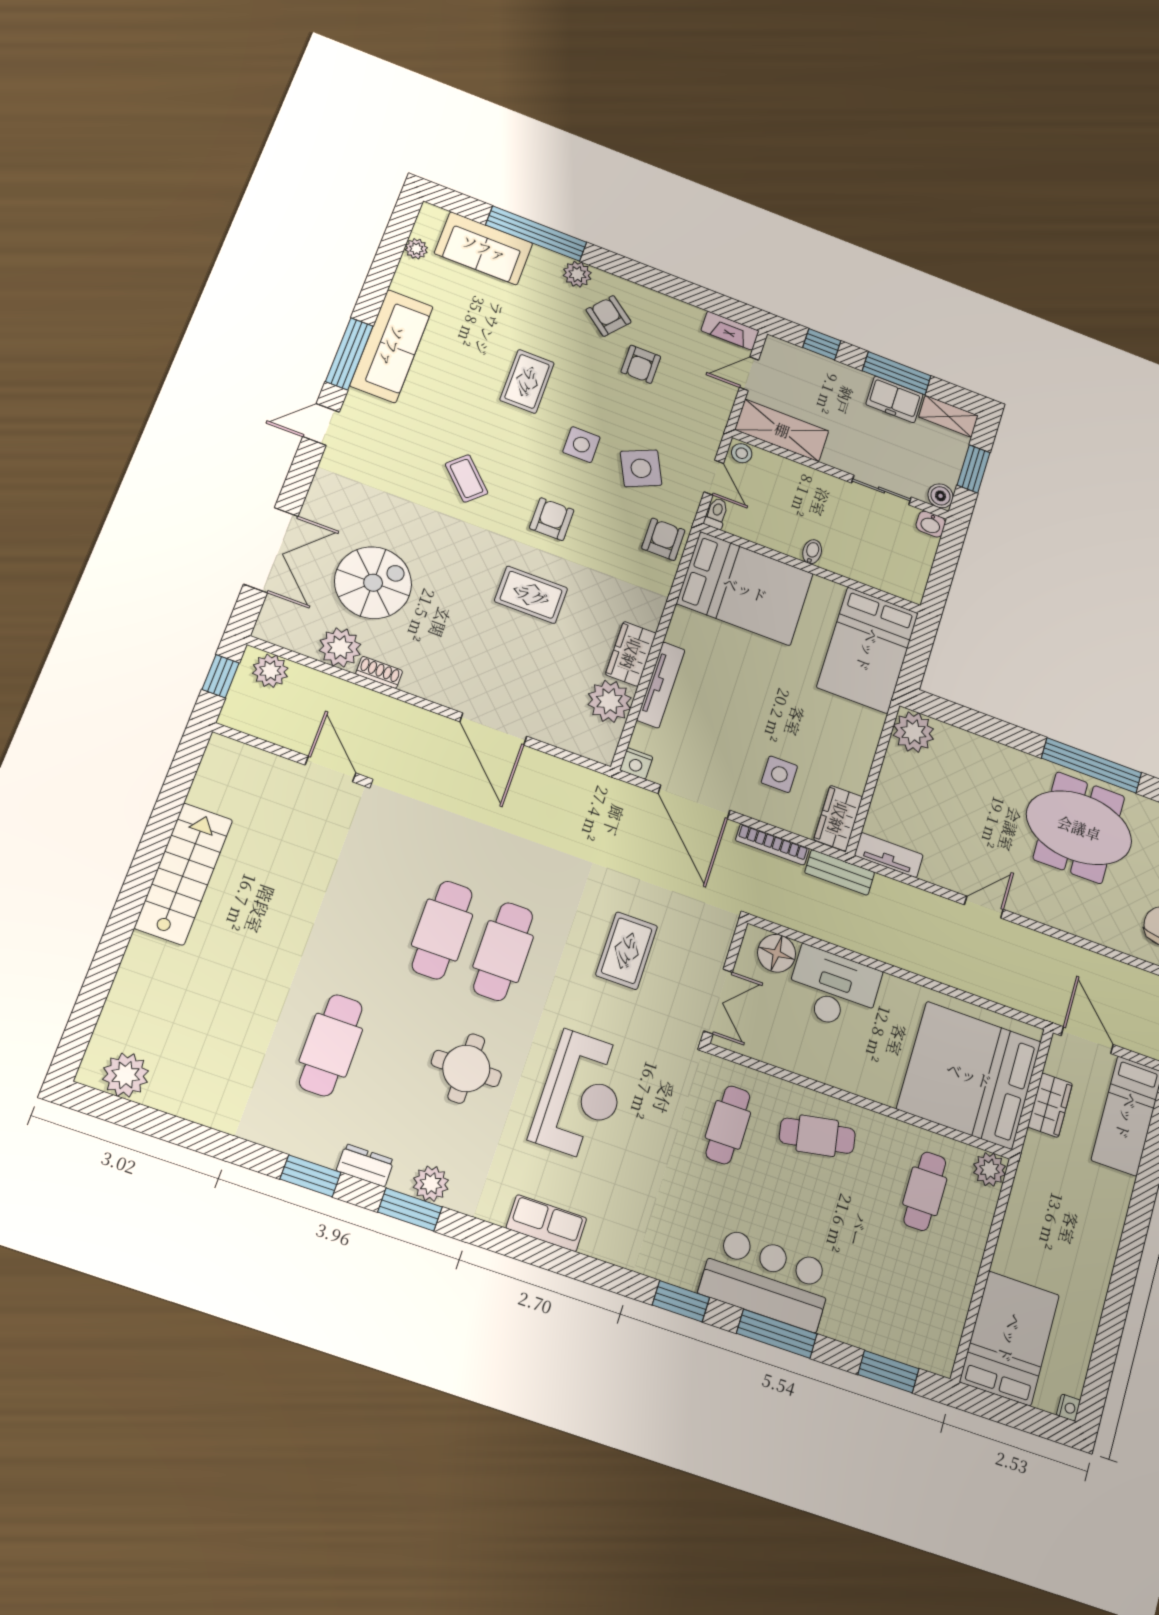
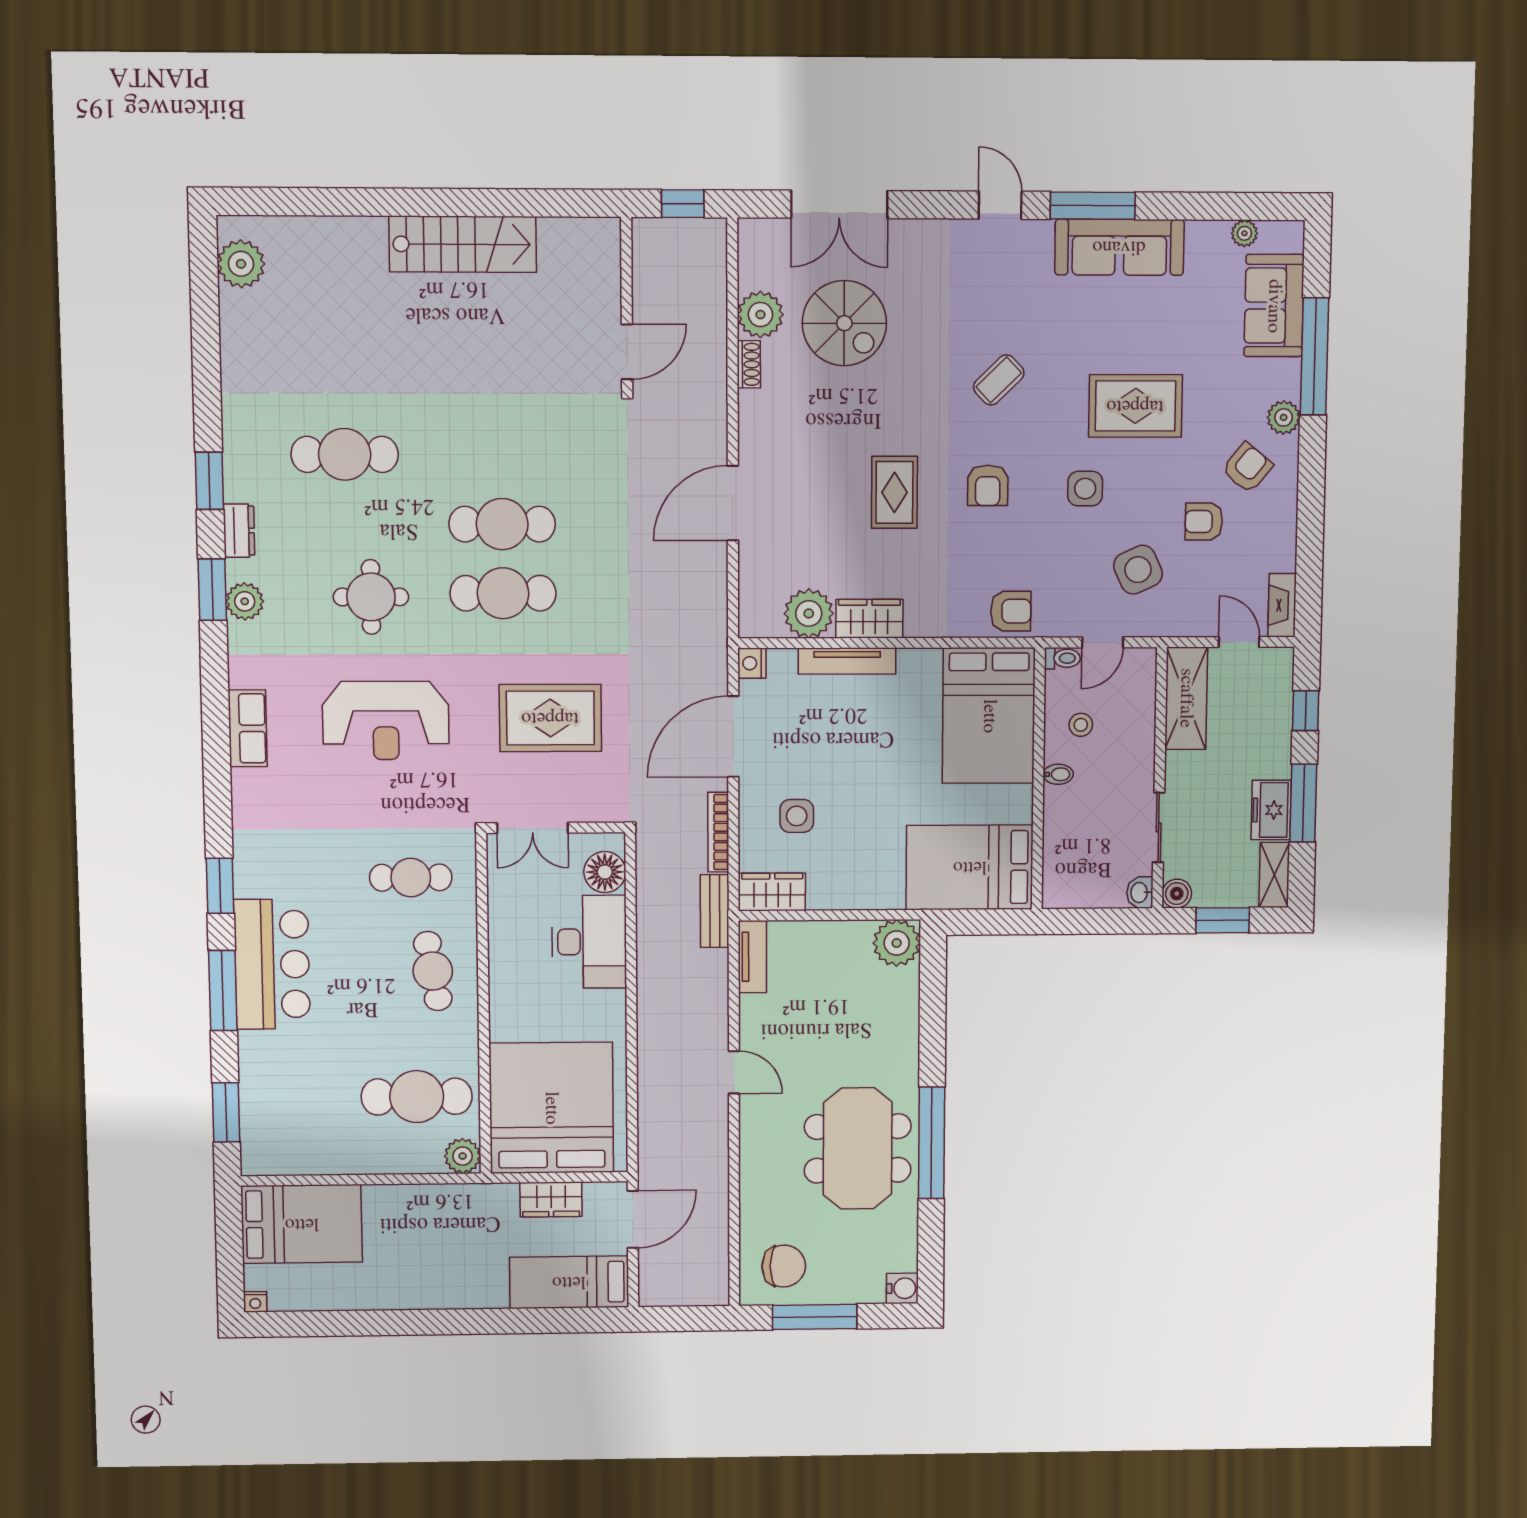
rug: (527, 381) -> (1135, 406), width x1.36, depth x1.43
stool: (742, 453) -> (1081, 725), moved
side table: (641, 468) -> (1138, 570), moved
armchair: (552, 519) -> (988, 485), turned 90
plant: (270, 671) -> (708, 252), removed
rug: (627, 951) -> (550, 718), width x1.36, depth x1.43
cafe table: (925, 1191) -> (417, 1097), width x1.37, depth x1.35

